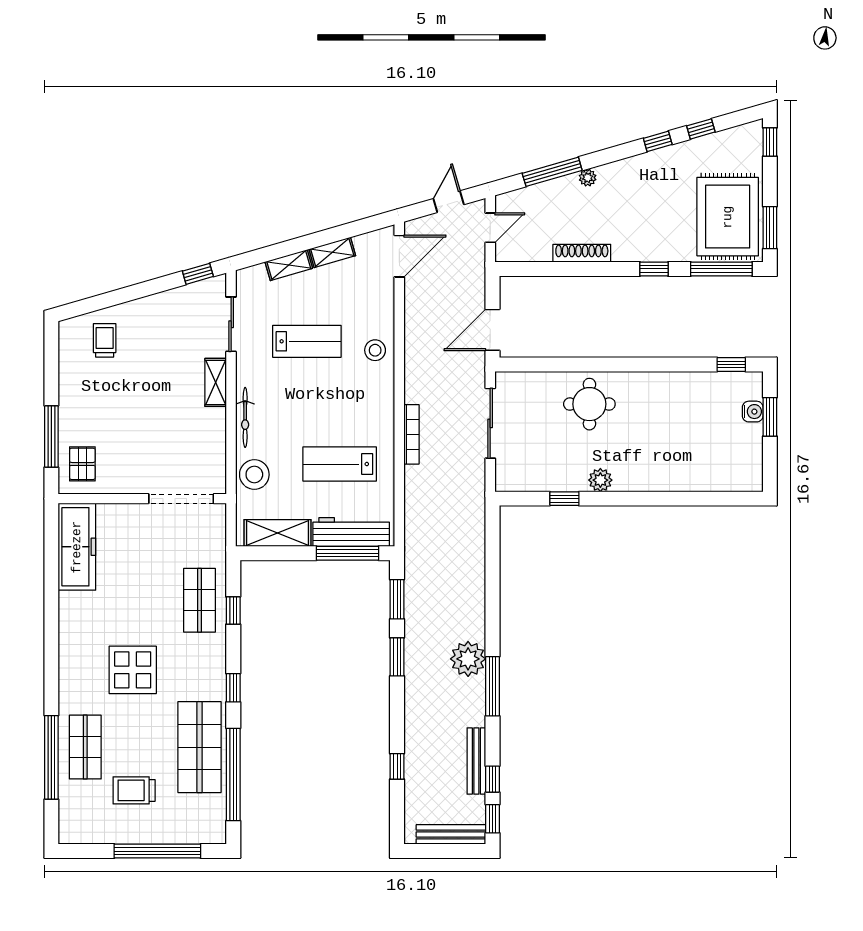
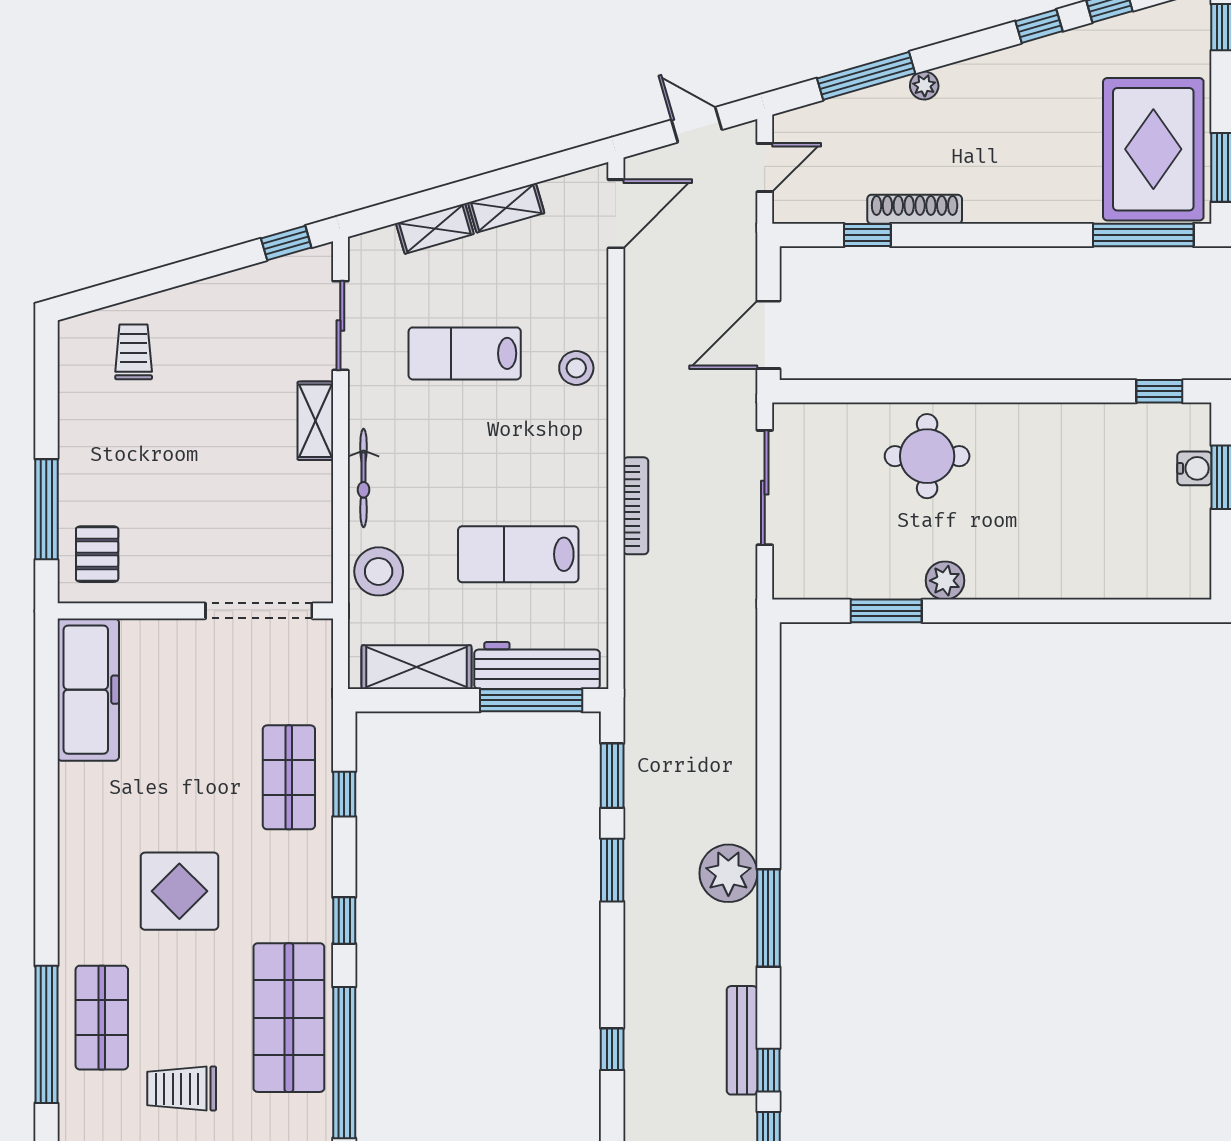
door: (449, 202) -> (697, 125), hinge flipped
window: (654, 269) -> (867, 235), moved
lab bench: (307, 341) -> (465, 353), turned 180
window: (564, 499) -> (886, 611), width x1.50

